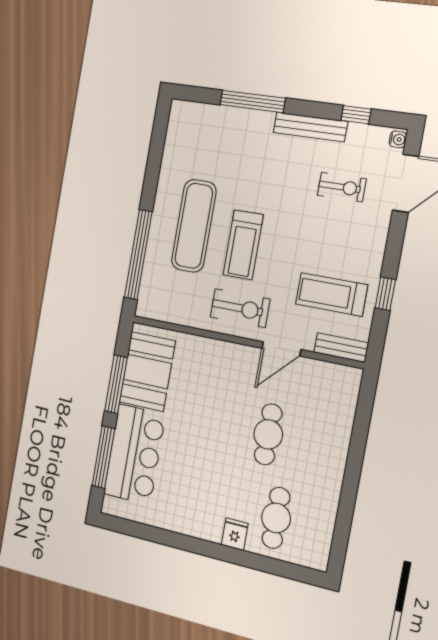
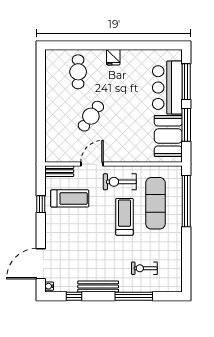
exercise bike: (342, 187) -> (144, 268), moved
exercise mat: (194, 226) -> (155, 203), moved
cafe table: (268, 434) -> (91, 116), turned 36
fridge: (235, 534) -> (113, 57), moved

